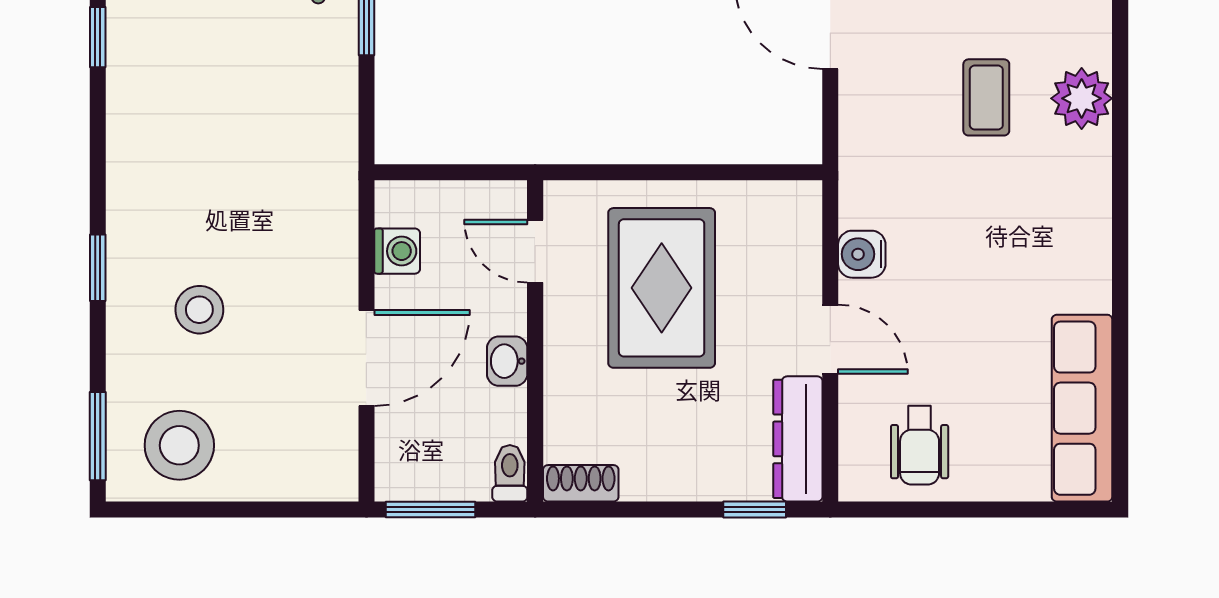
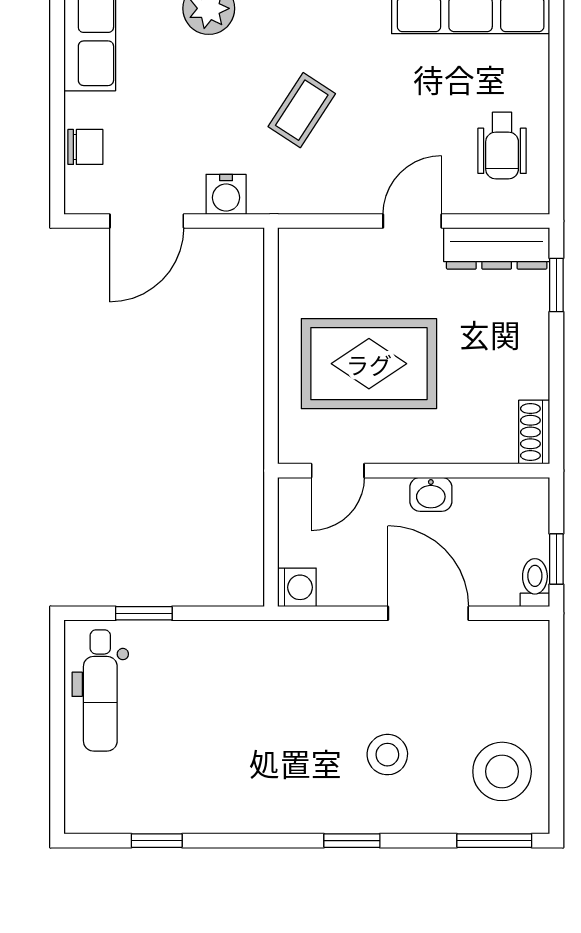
coffee table: (986, 97) -> (302, 110), moved, turned -57
washing machine: (397, 251) -> (297, 587), moved, turned 90
water cooler: (862, 254) -> (226, 194), moved
wheelchair: (920, 445) -> (502, 145), turned 90
toilet: (510, 473) -> (535, 583), moved, turned 90
window: (431, 509) -> (556, 559), width x0.67

